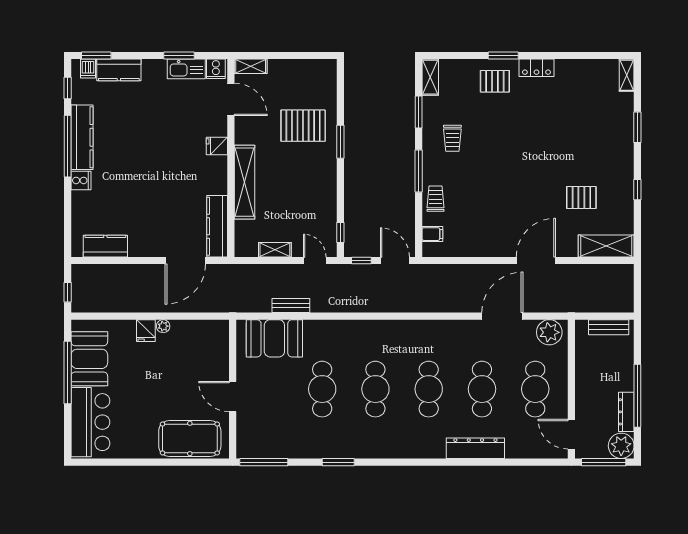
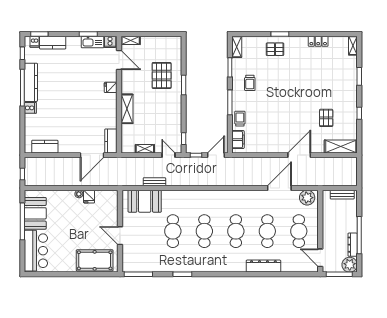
locker: (536, 68) -> (318, 41), moved
pallet: (303, 126) -> (162, 75), turned 90
shelving: (244, 182) -> (127, 109), width x0.68
pallet: (581, 198) -> (326, 118), turned 90
kitchen counter: (217, 226) -> (111, 141), width x0.67
filing cabinet: (432, 234) -> (238, 140), width x2.00
door: (395, 261) -> (216, 155), hinge flipped
fridge: (146, 331) -> (89, 197), moved

